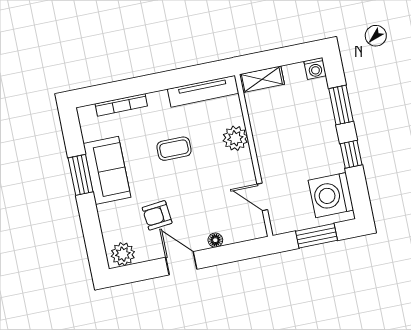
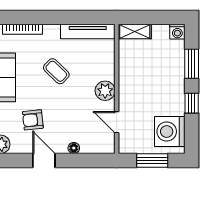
plant: (235, 138) -> (105, 91), moved
coffee table: (174, 149) -> (56, 71), turned 44

